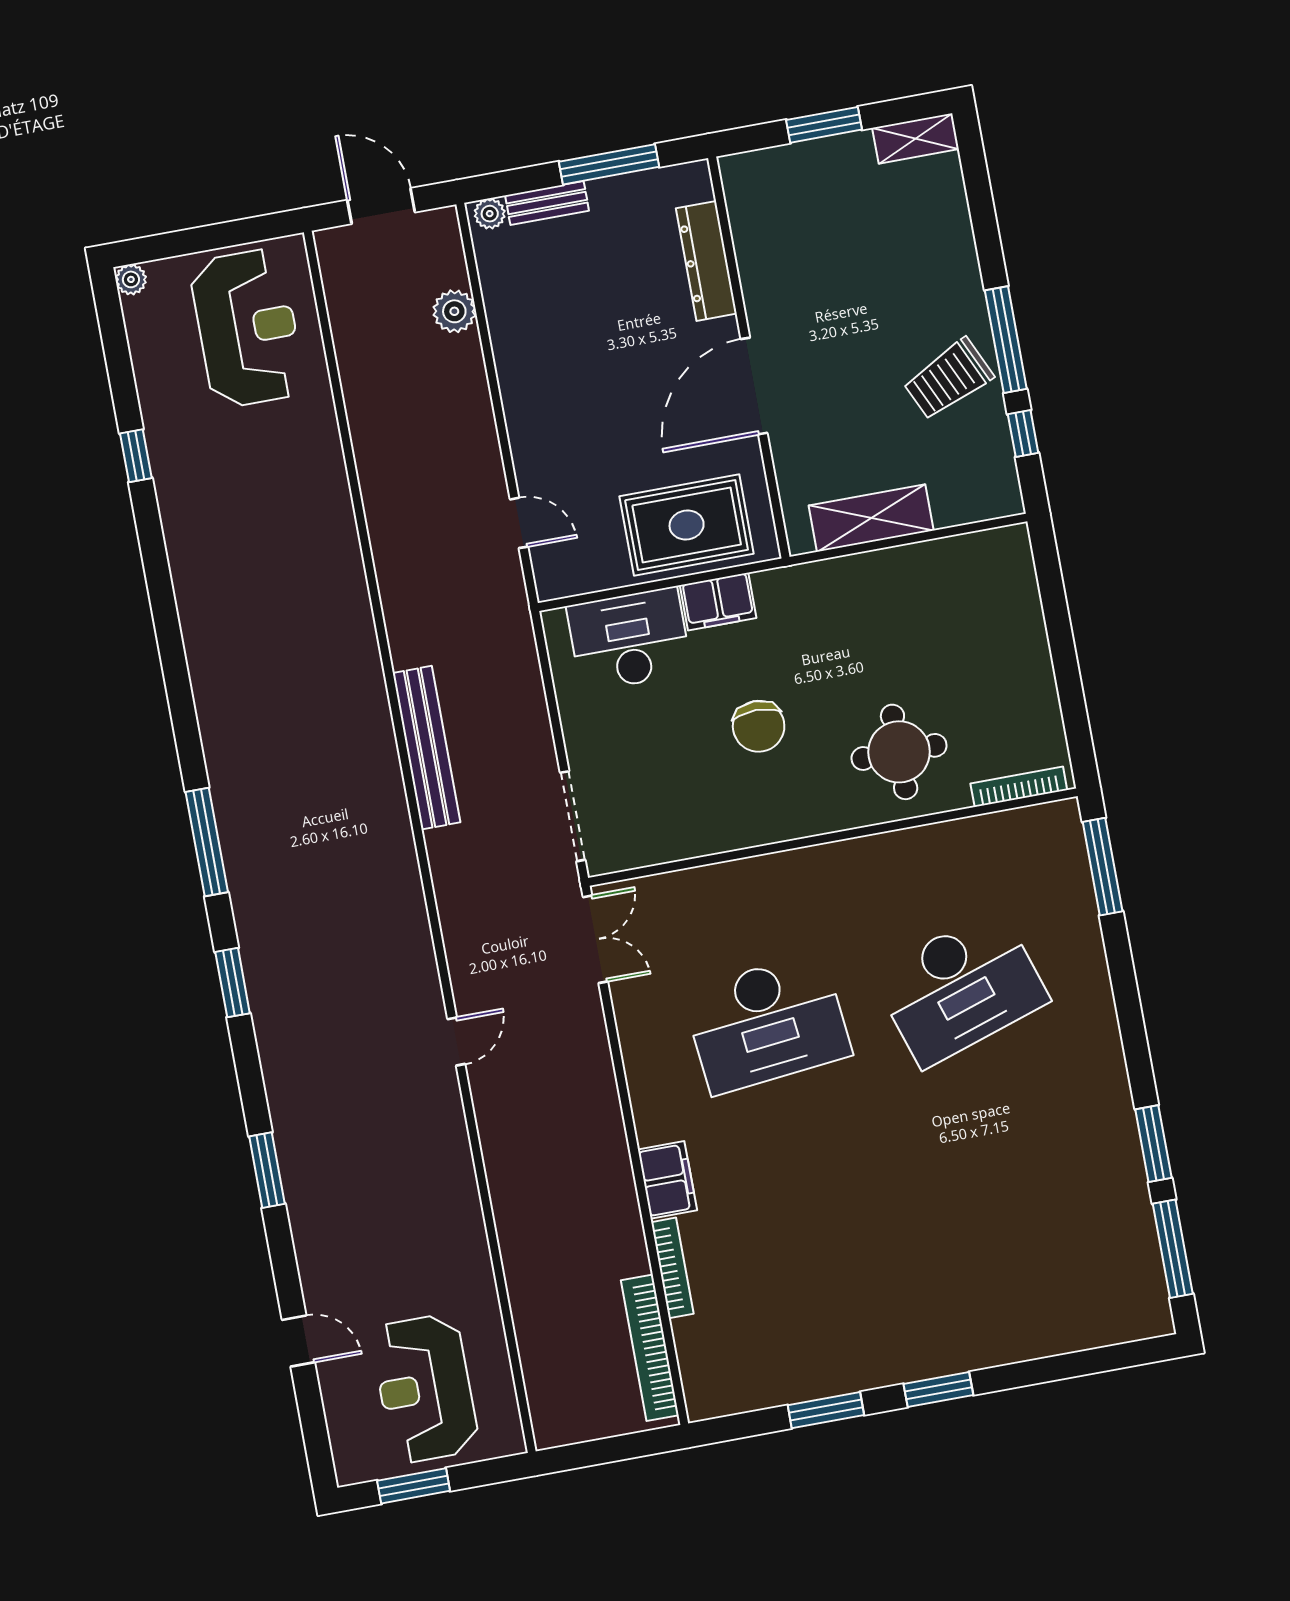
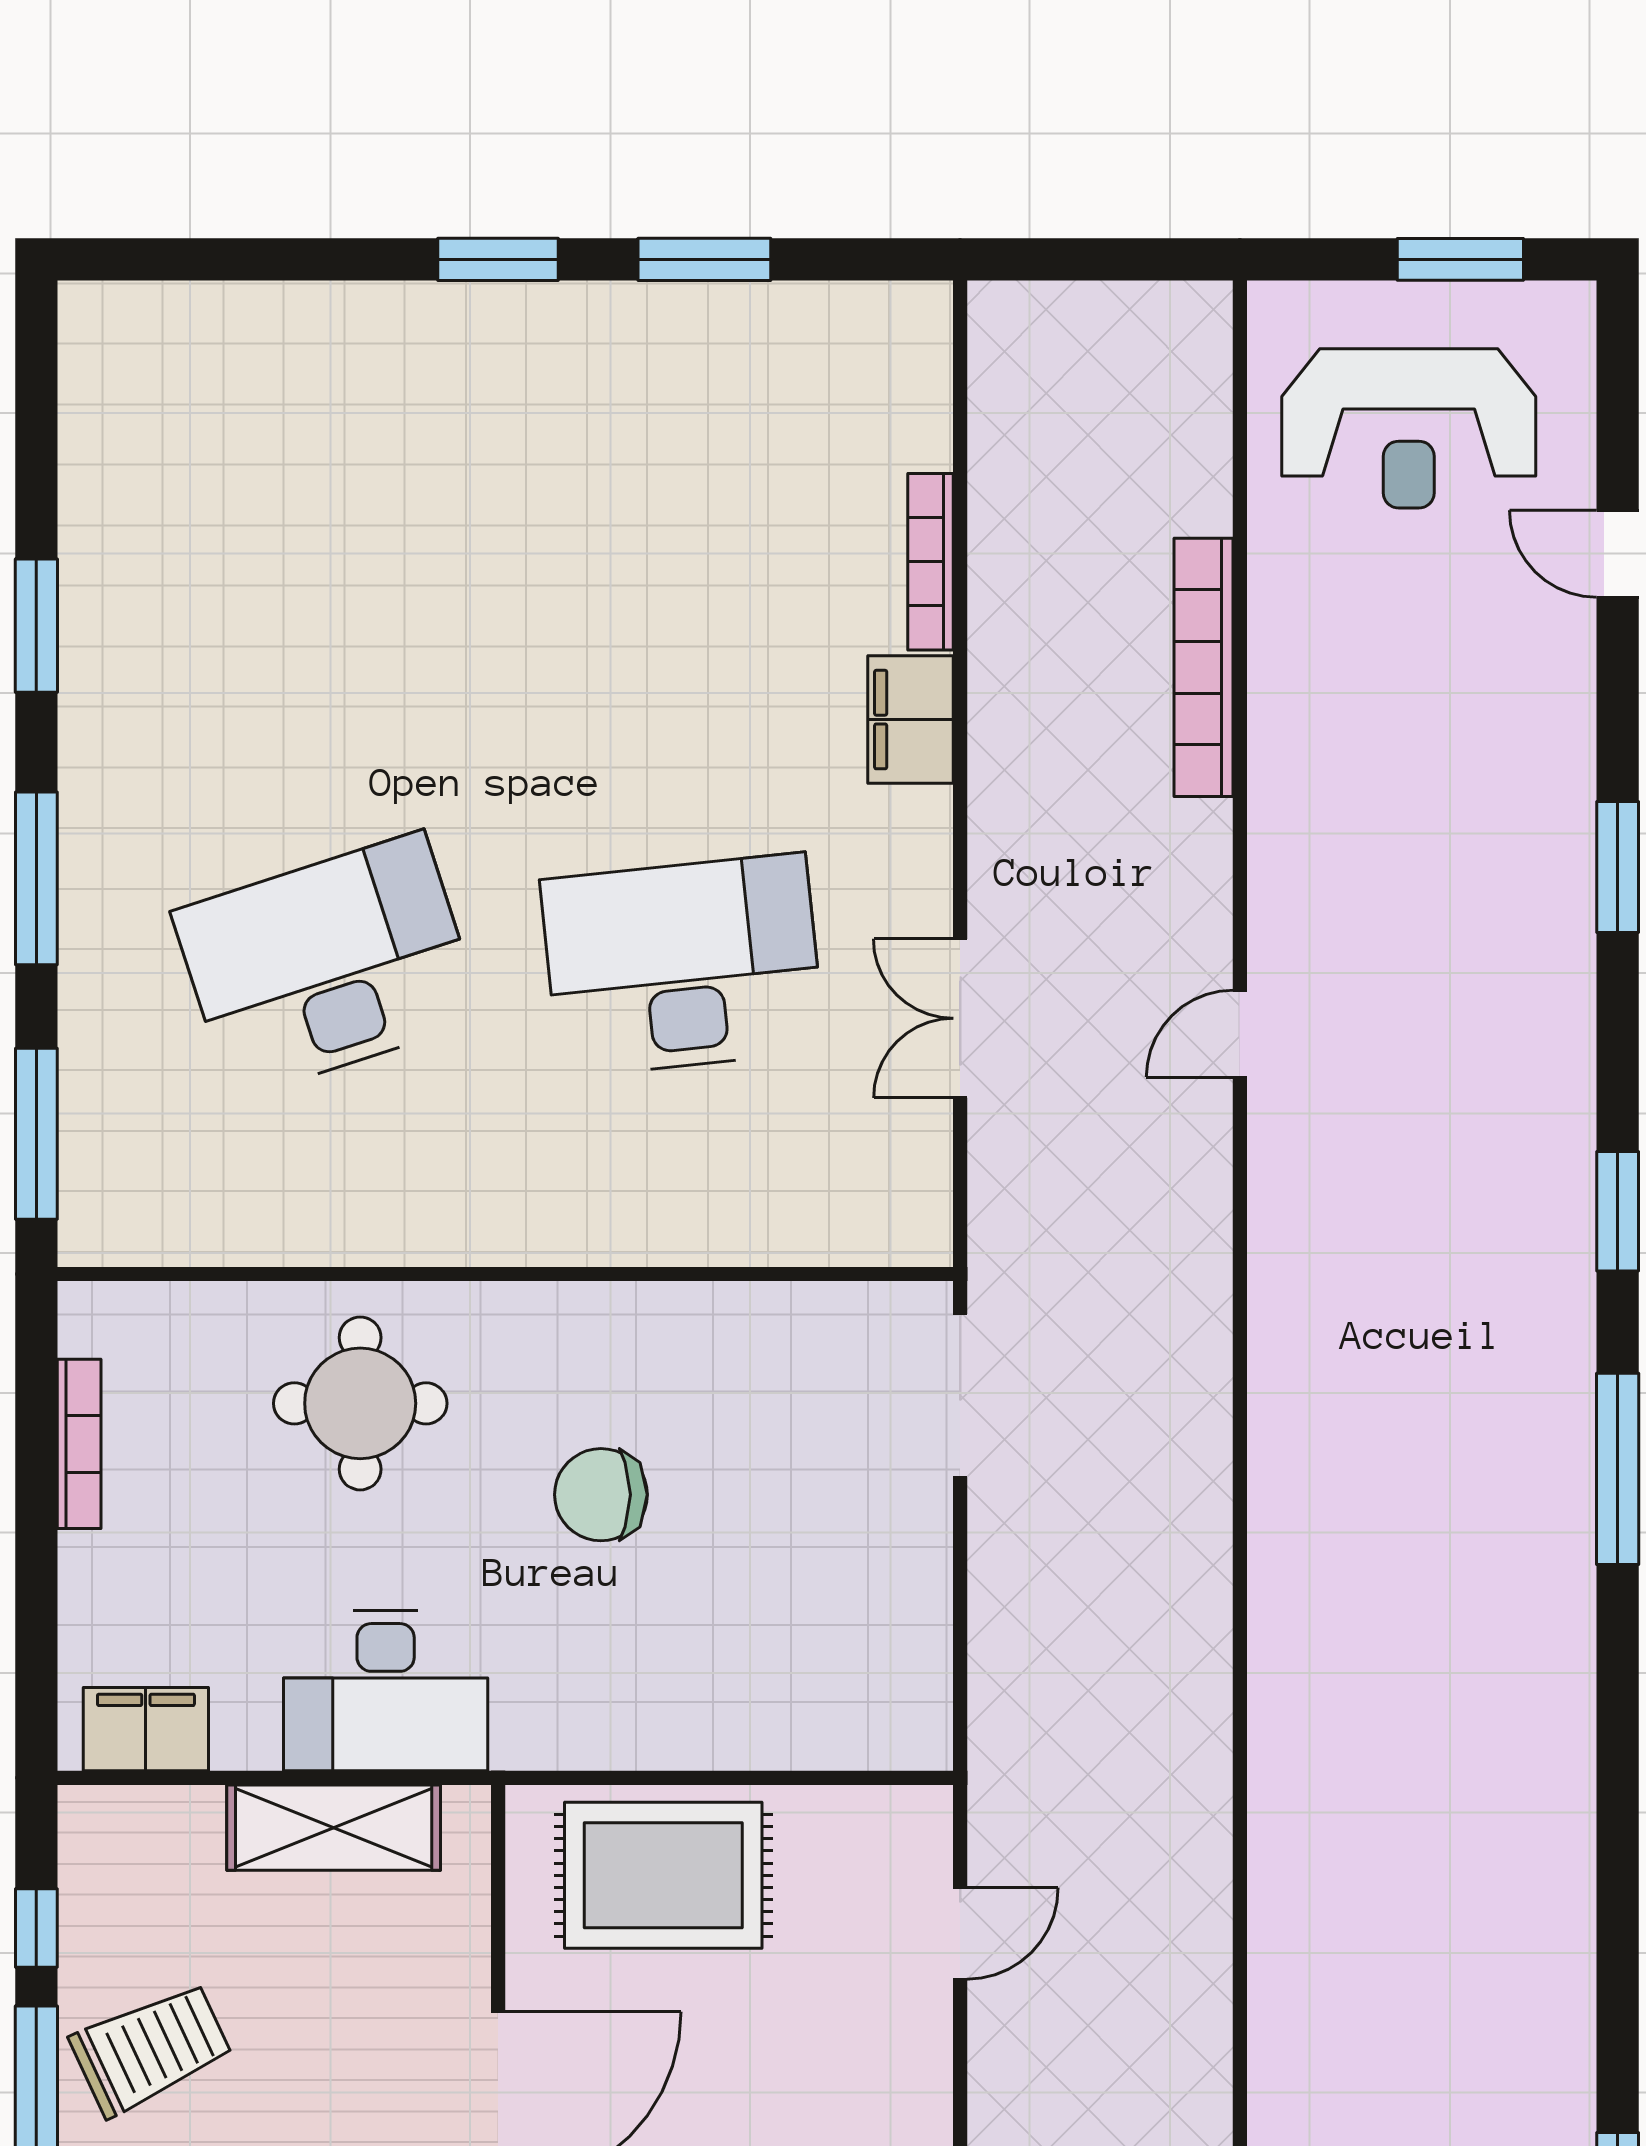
door: (519, 523) -> (960, 1933), swing flipped
filing cabinet: (718, 602) -> (146, 1729), moved
desk: (629, 640) -> (386, 1691), moved
chair: (759, 726) -> (601, 1495), turned -90
bench: (427, 748) -> (1197, 1565), removed
bookcase: (1019, 787) -> (79, 1444), moved, turned -90
double door: (595, 939) -> (960, 1018), moved
window: (1173, 1249) -> (36, 878), moved
bookcase: (650, 1348) -> (1204, 667), moved, turned 180
reception desk: (425, 1389) -> (1409, 428), turned 90

